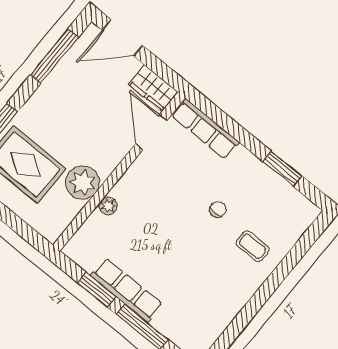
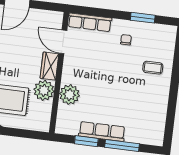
wardrobe: (153, 88) -> (49, 66), moved, turned 90
plant: (108, 206) -> (69, 95), width x1.87, depth x1.87
chair: (218, 209) -> (126, 40), moved

